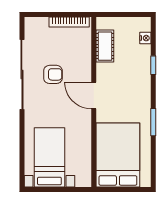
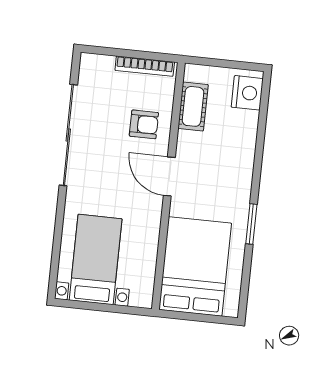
nightstand: (145, 38) -> (247, 93), width x1.89, depth x1.79
window: (153, 65) -> (260, 142), removed
armchair: (53, 74) -> (144, 124), moved

